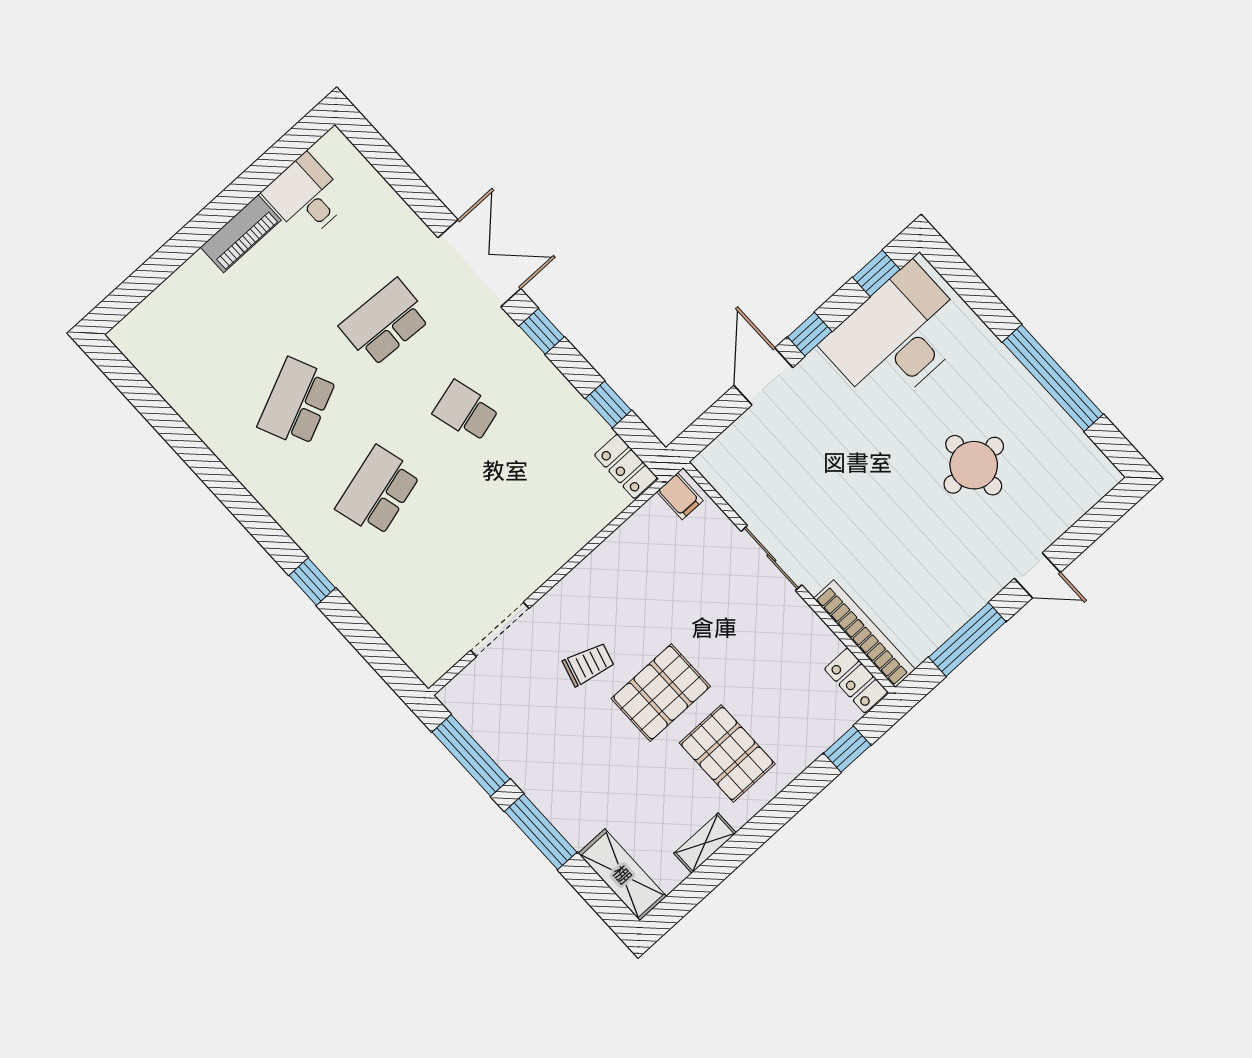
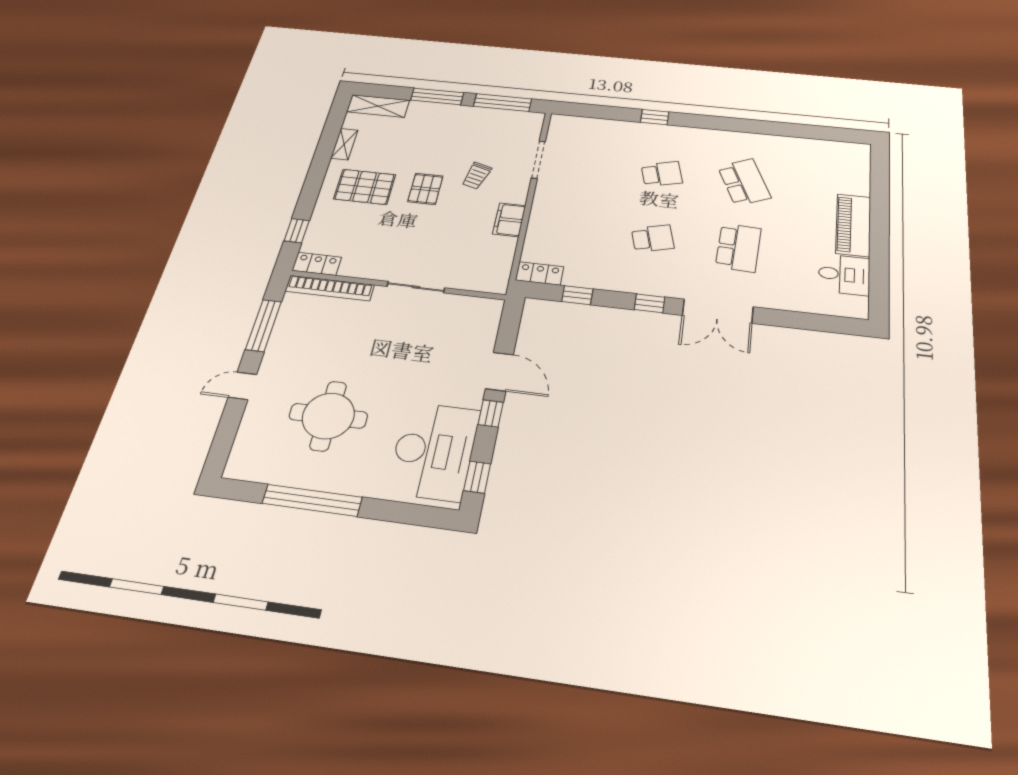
piano: (241, 234) -> (853, 225), width x1.37, depth x1.33
round table: (974, 465) -> (328, 416), width x1.36, depth x1.36
school desk: (378, 491) -> (662, 174), width x0.54
filing cabinet: (680, 496) -> (509, 220), moved, width x2.00
pallet: (661, 693) -> (425, 189), width x0.67, depth x0.71

